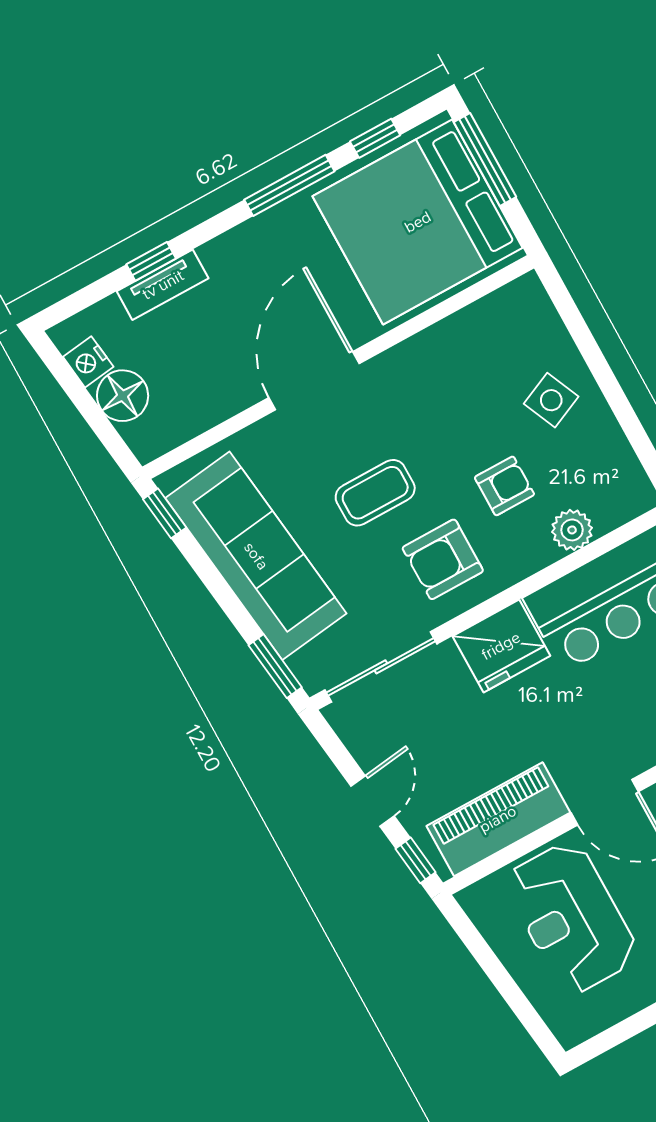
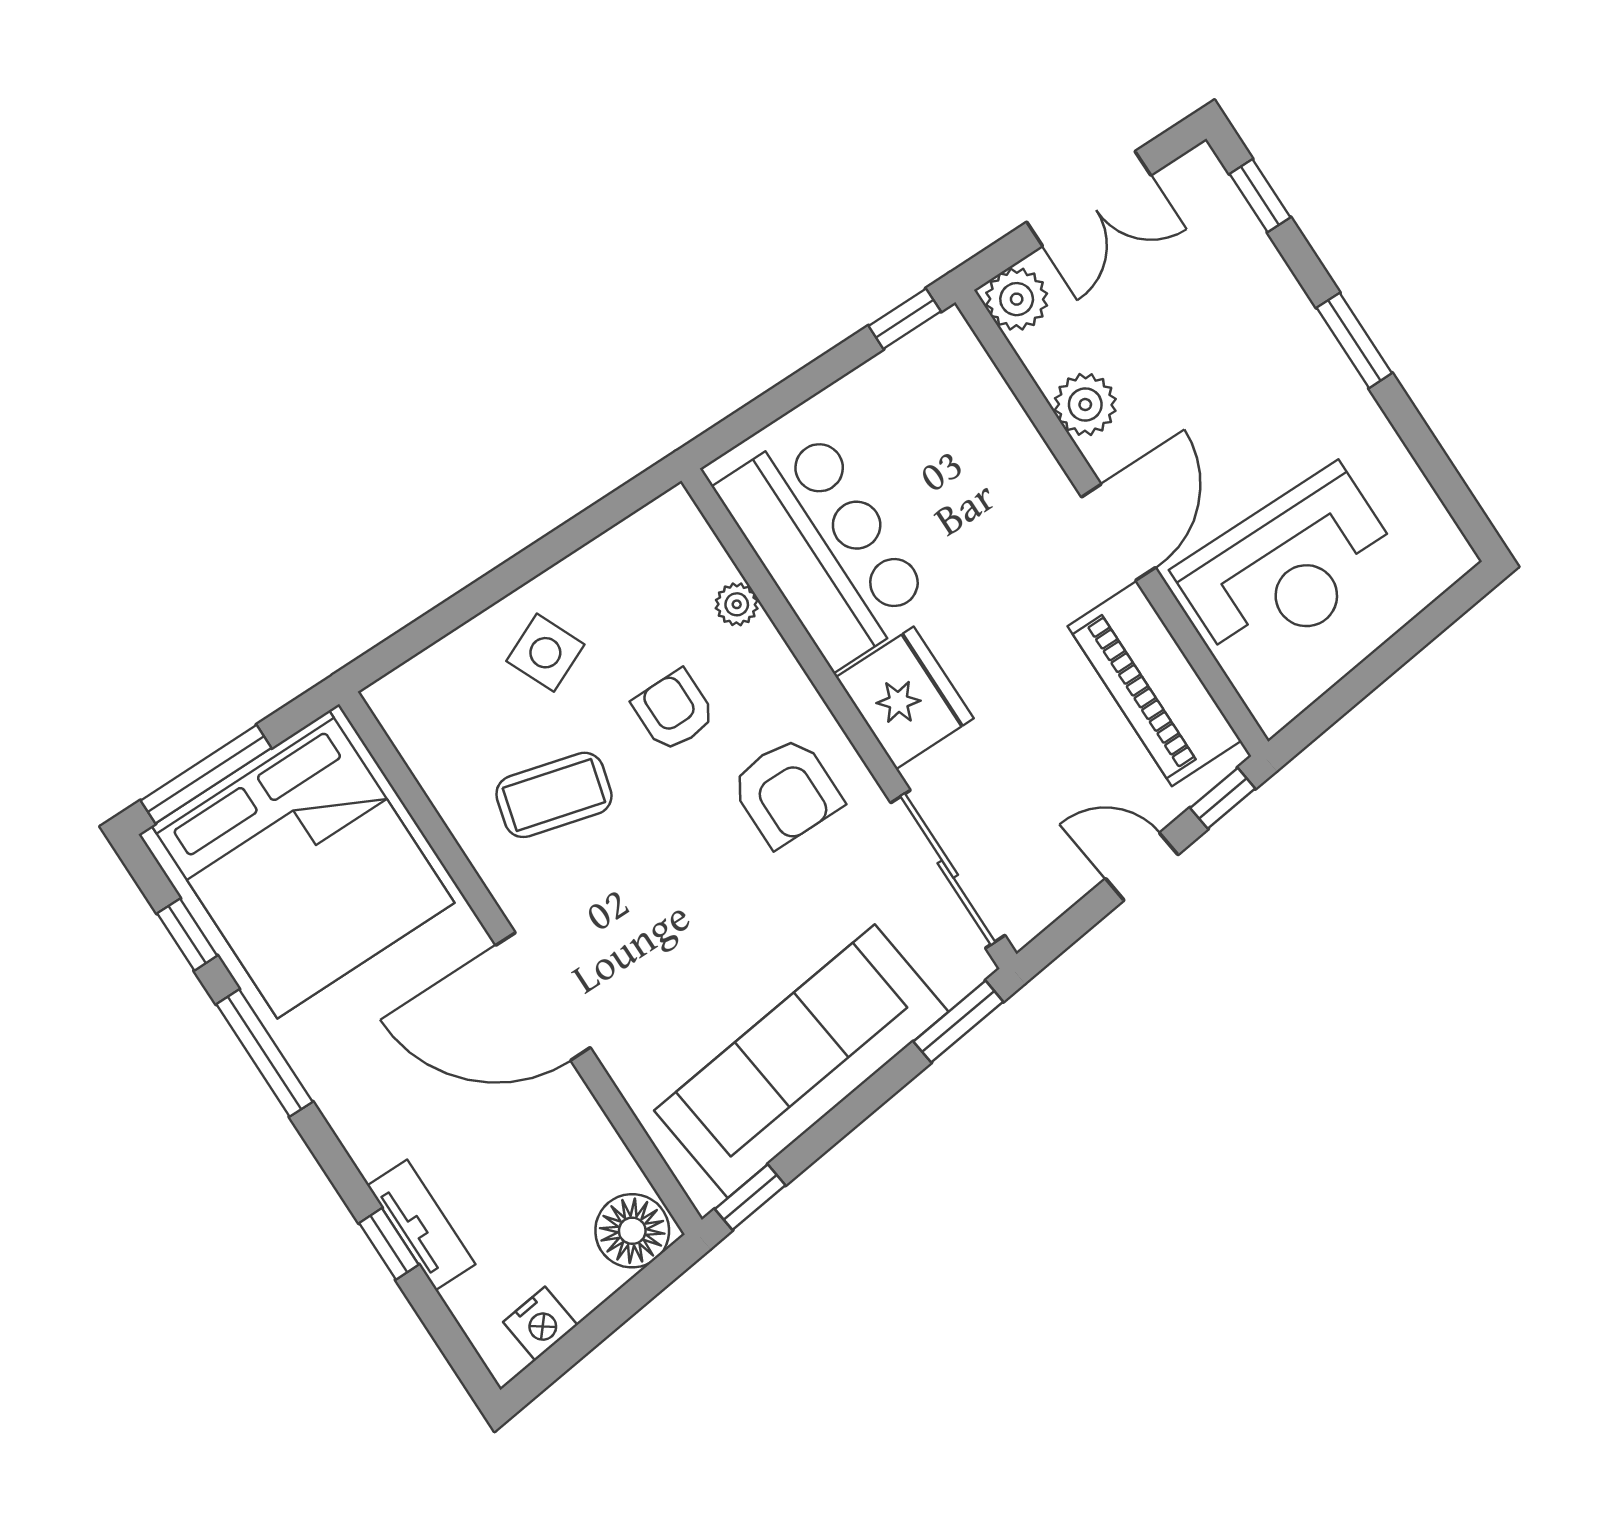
floor lamp: (123, 396) -> (632, 1231), moved
coffee table: (375, 493) -> (554, 795), moved, turned -75
plant: (572, 530) -> (737, 604), width x0.73, depth x0.73

